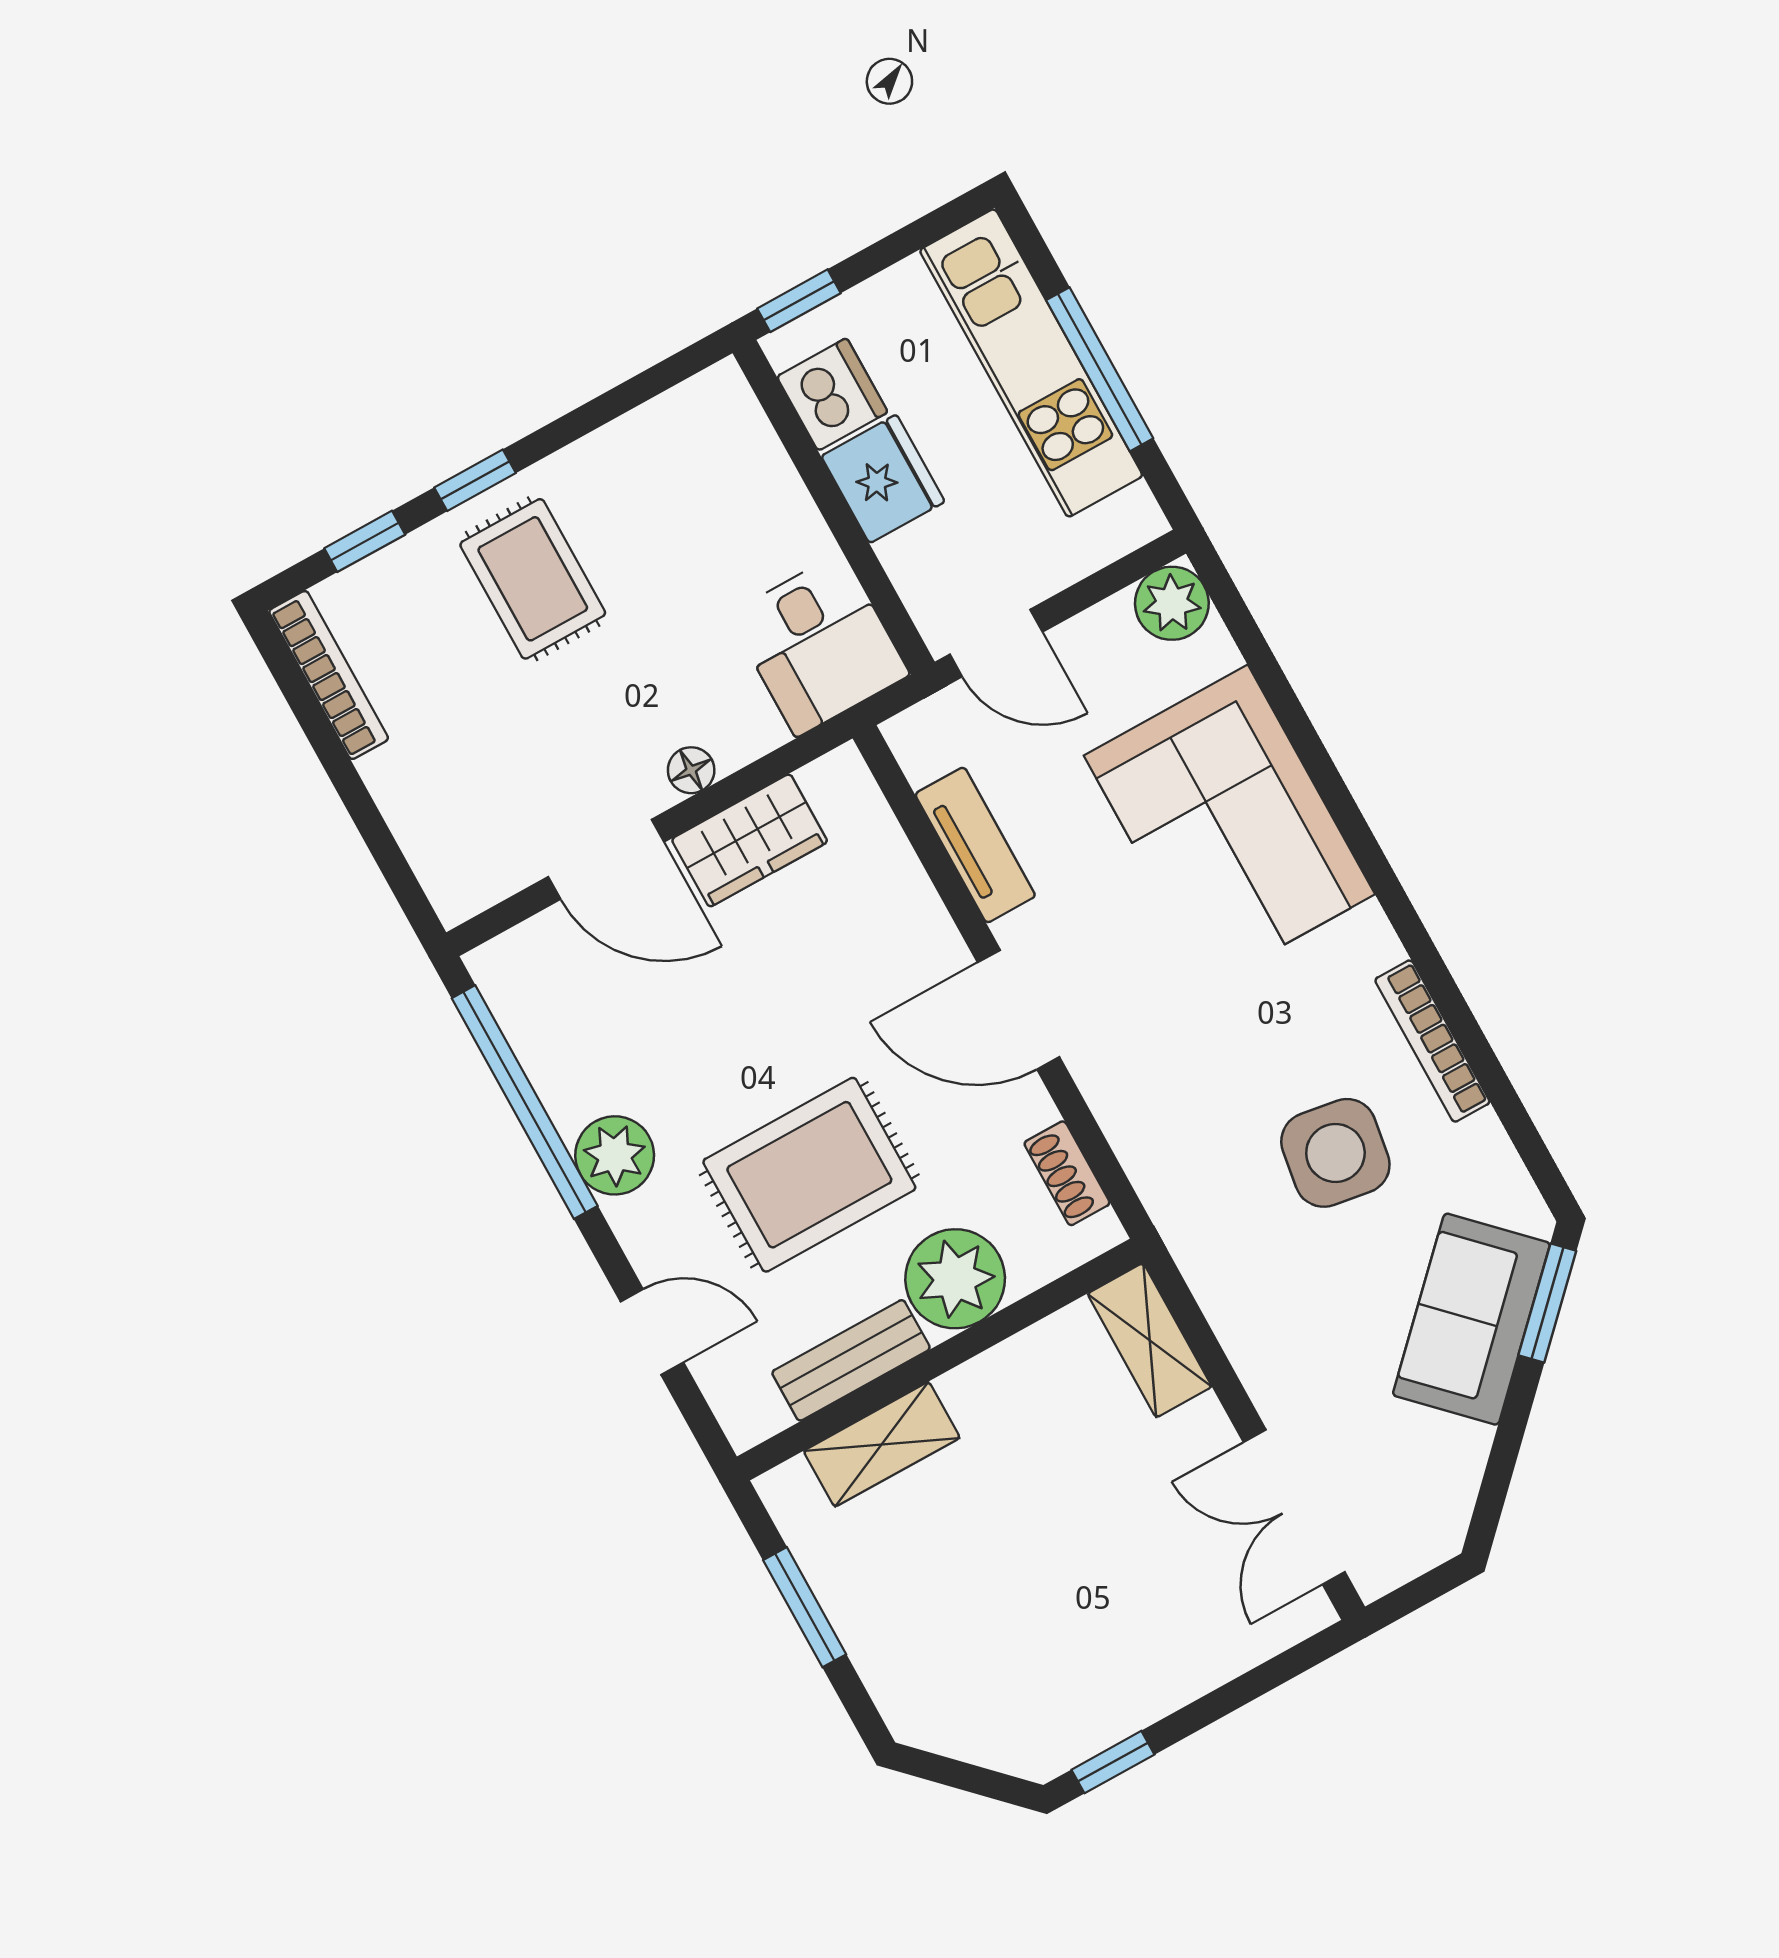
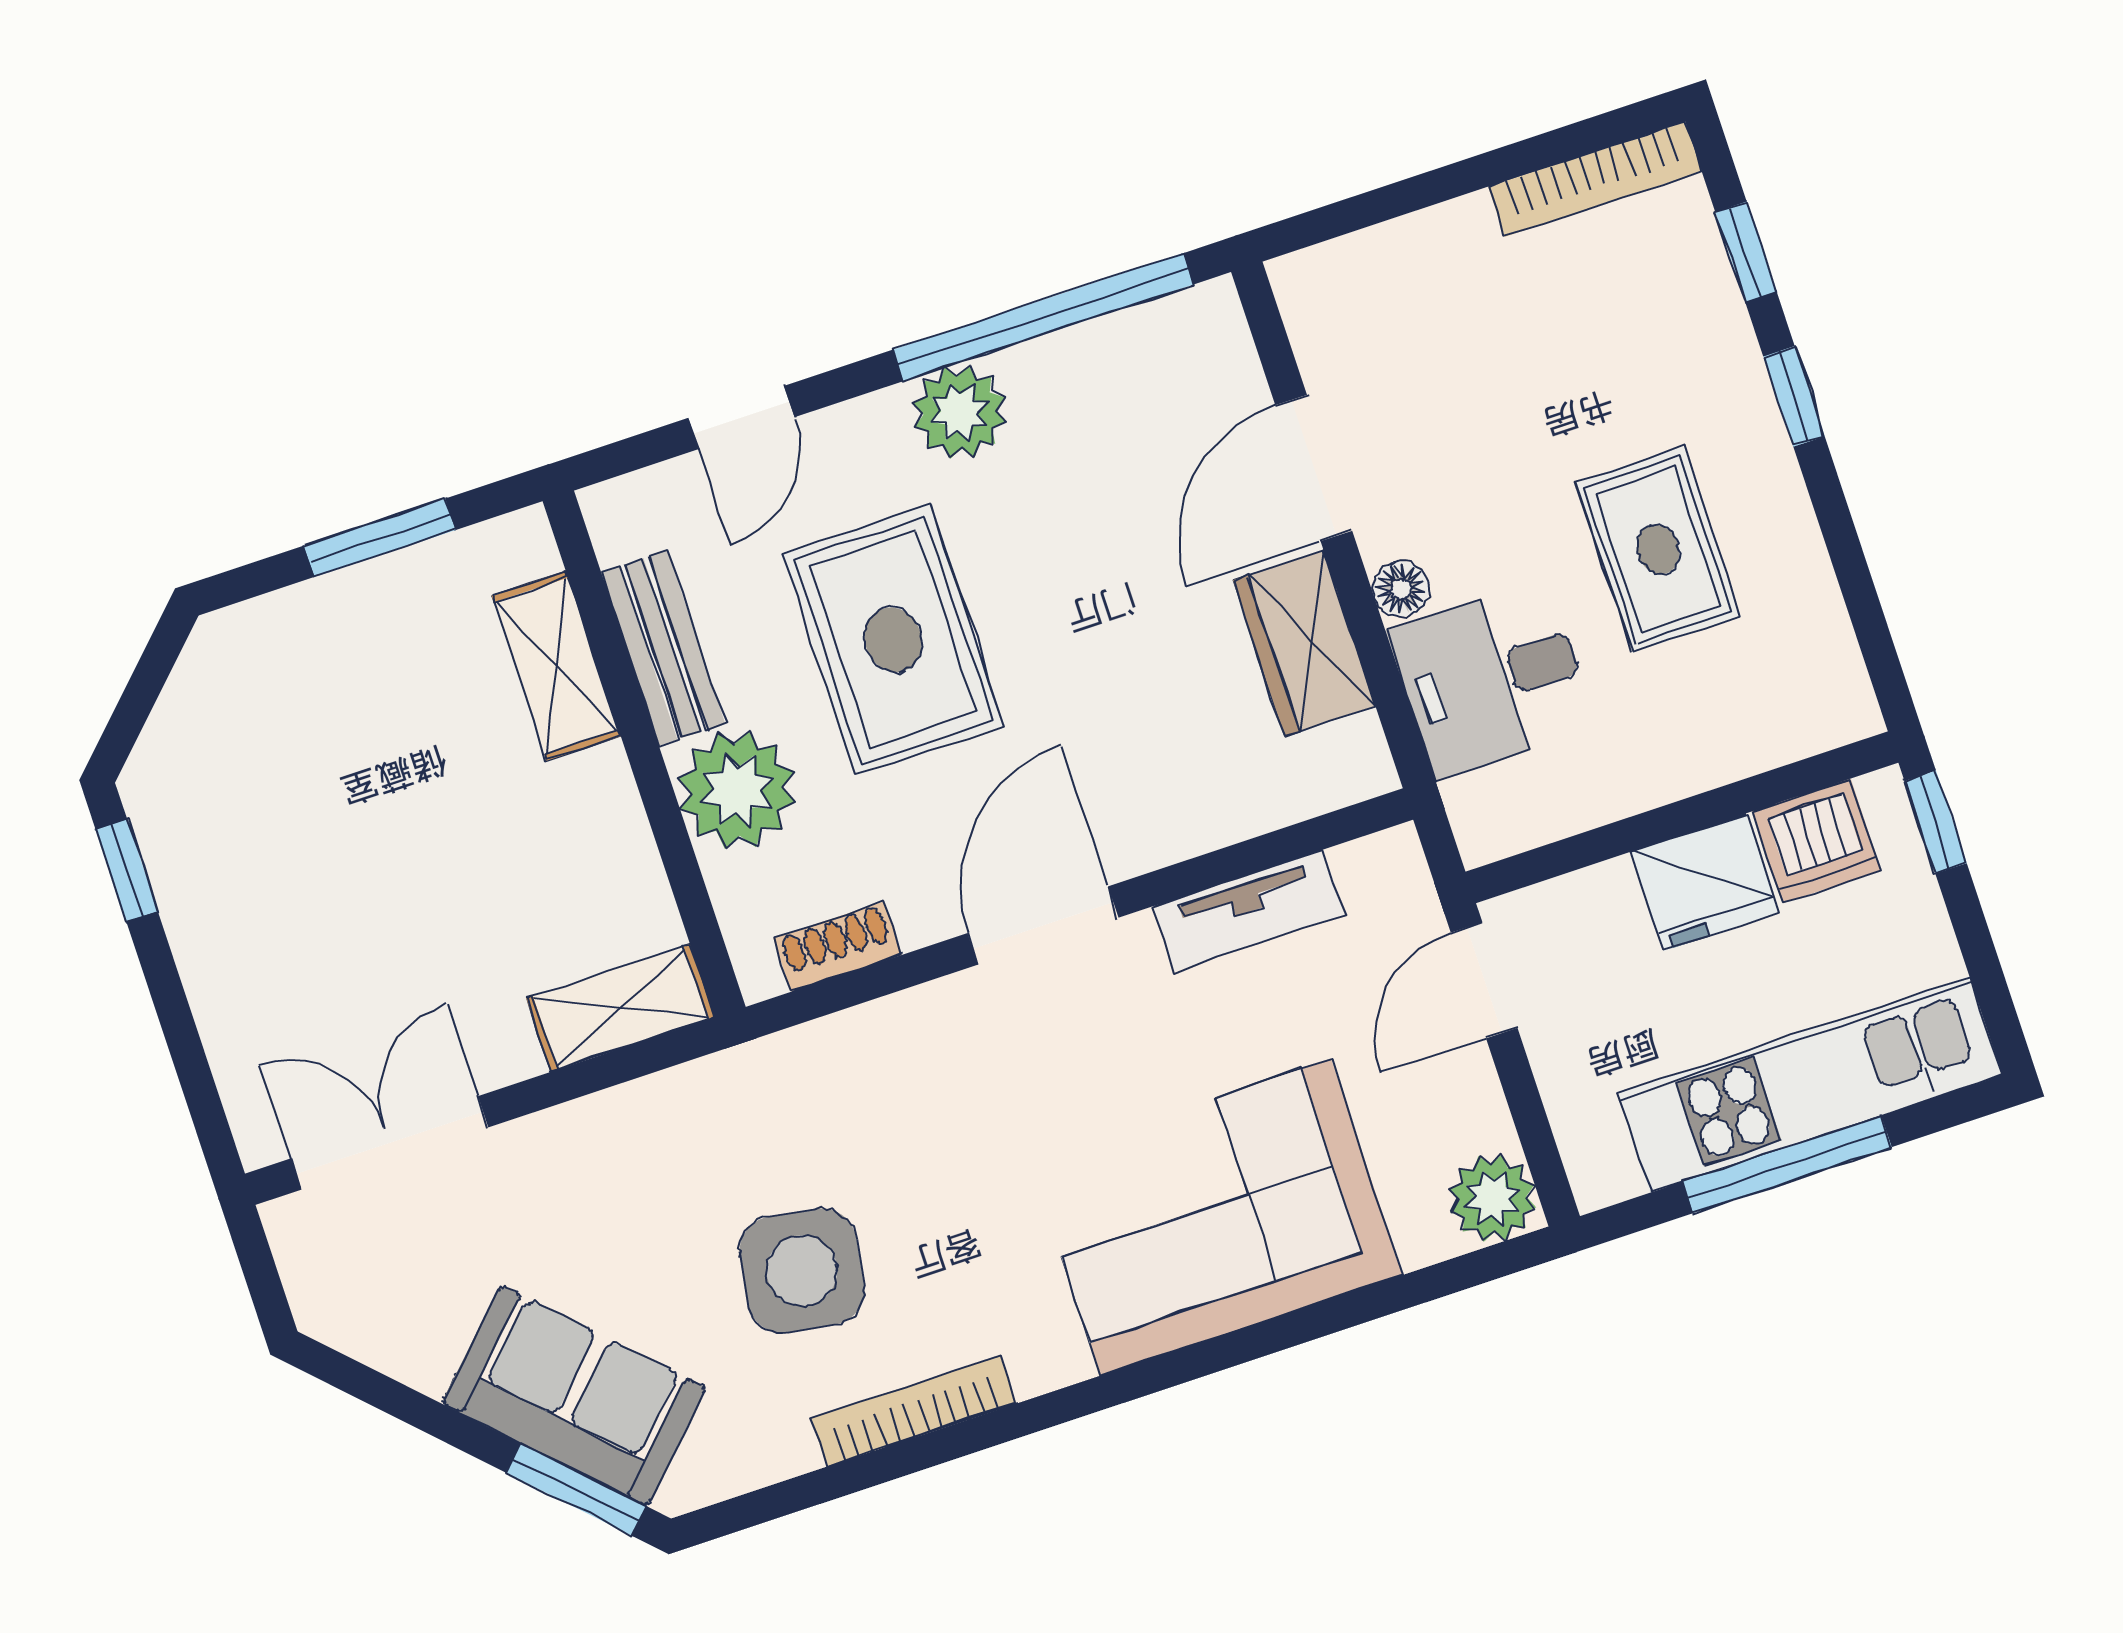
rug: (533, 579) -> (1658, 550), moved, turned 90
desk: (819, 645) -> (1492, 679), moved

